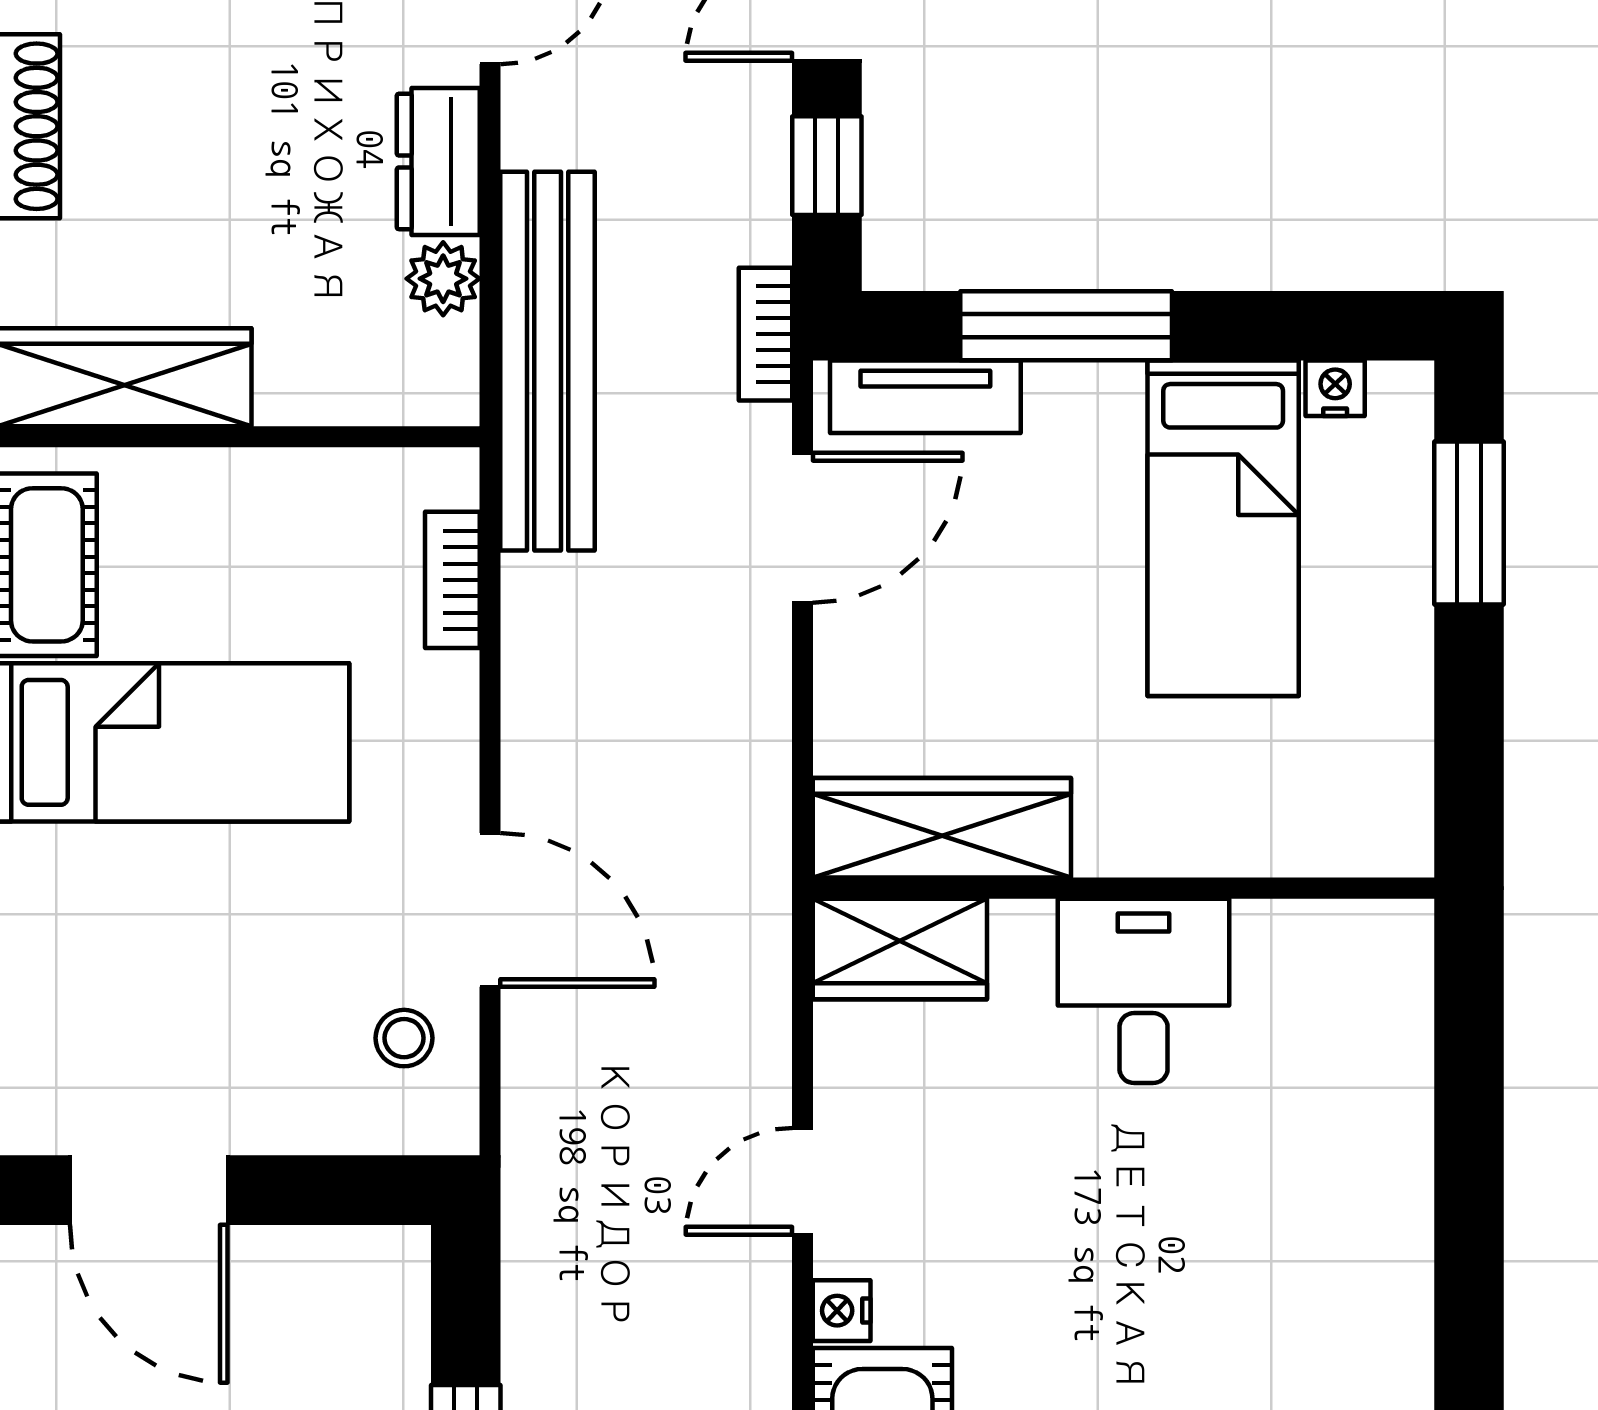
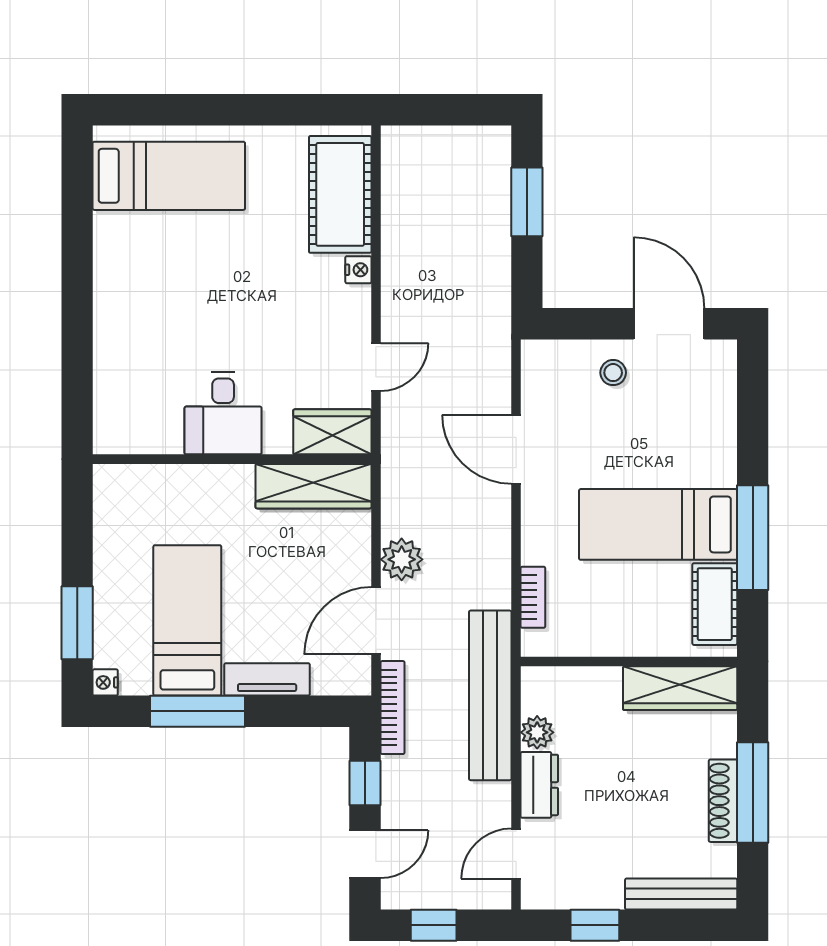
window: (1066, 326) -> (198, 711), moved
bookcase: (765, 334) -> (393, 708), width x1.56
nightstand: (1335, 388) -> (105, 682), moved, turned 90
tv unit: (925, 397) -> (267, 679), moved
plant: (745, 664) -> (402, 559), added
stool: (404, 1038) -> (613, 373), moved
door: (803, 1181) -> (376, 367), moved

